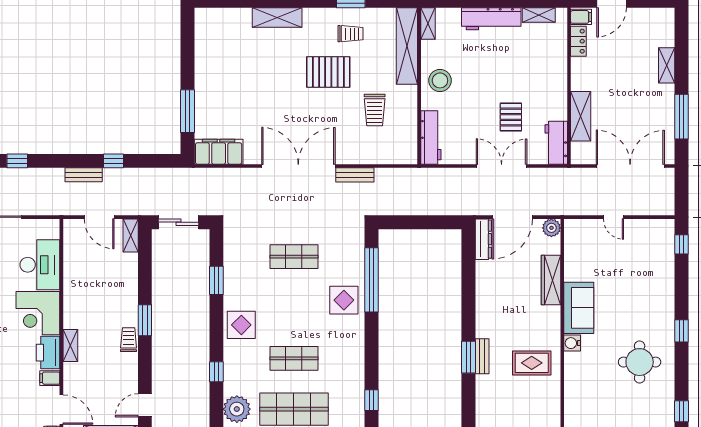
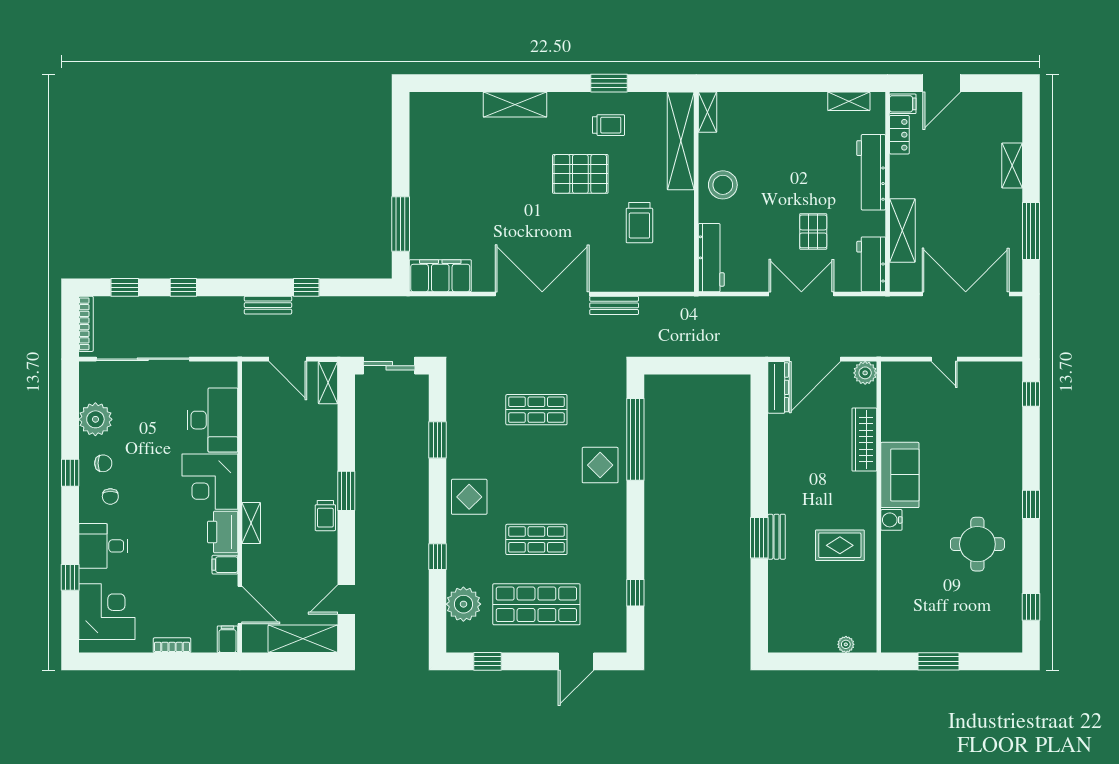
workbench: (491, 19) -> (871, 172), moved, turned 90
trolley: (129, 340) -> (325, 516), turned 180

